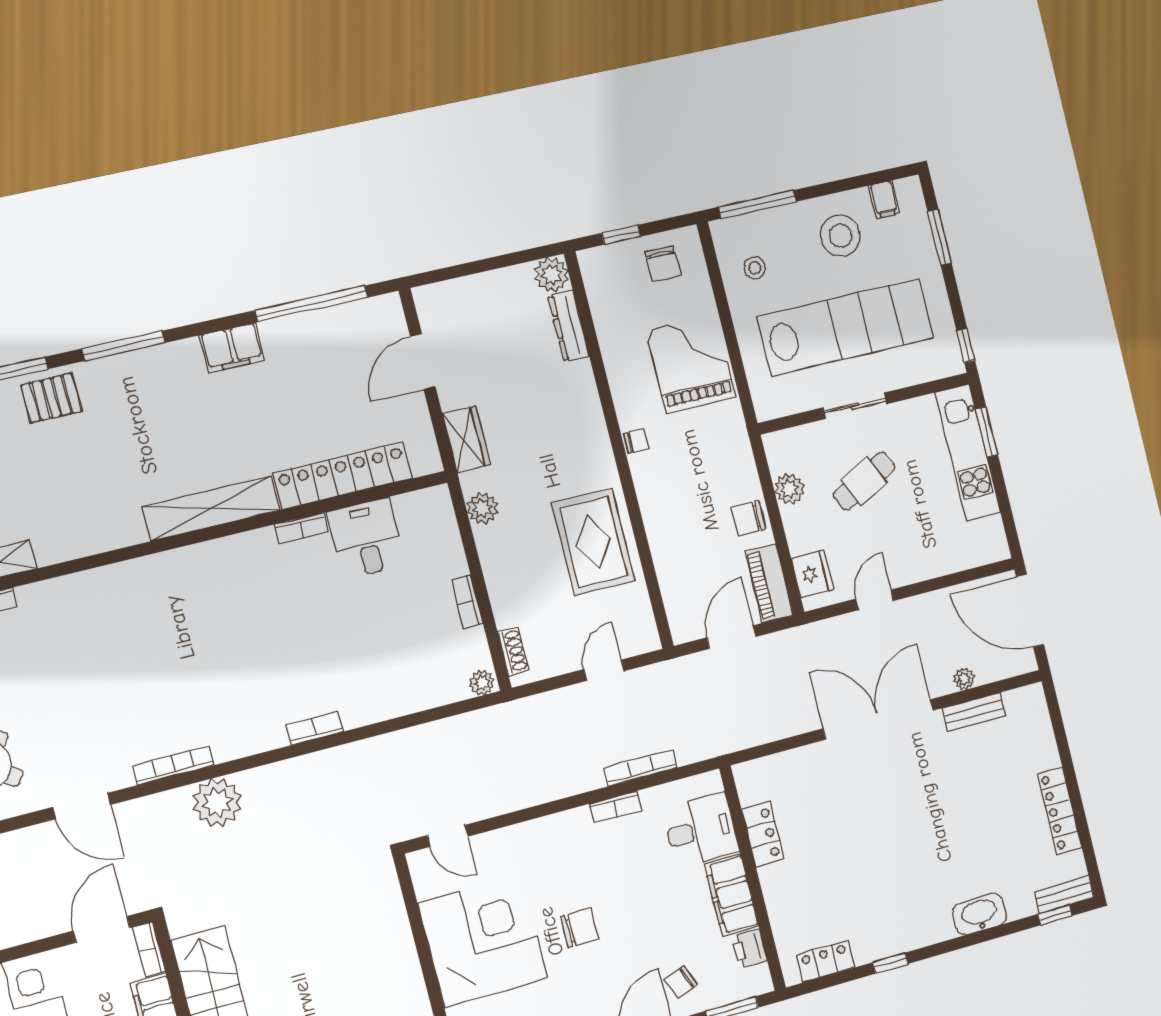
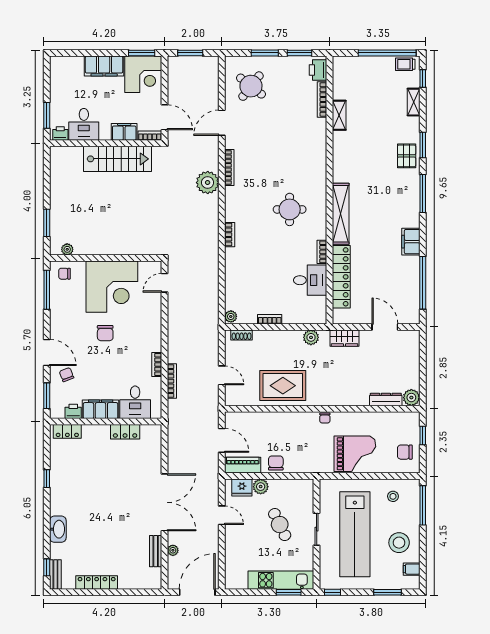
plant: (789, 489) -> (261, 487), moved
round table: (230, 617) -> (290, 209), added
locker: (825, 961) -> (67, 431), moved, turned 90

